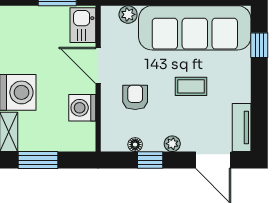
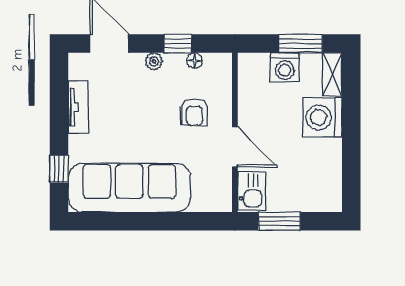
plant: (128, 14) -> (202, 202), removed
coffee table: (191, 86) -> (133, 124), removed
washing machine: (82, 108) -> (285, 67), moved, turned 90
tv unit: (242, 128) -> (78, 107), moved

